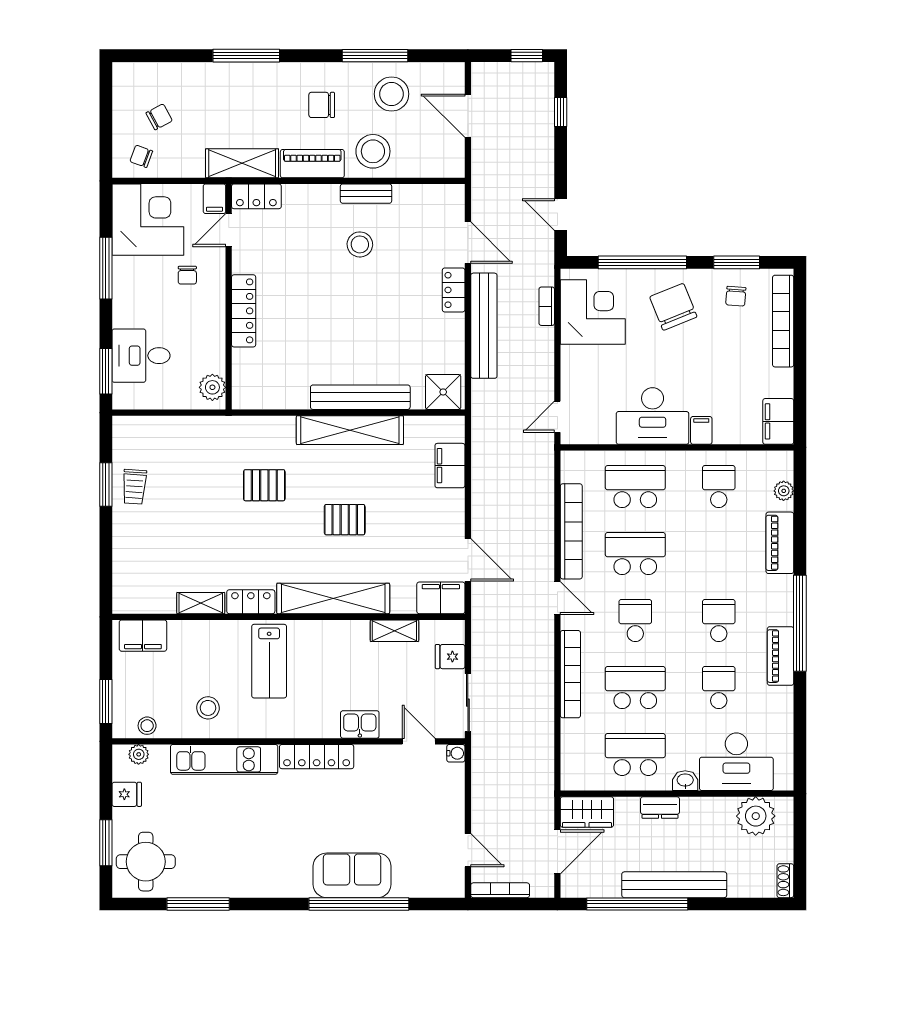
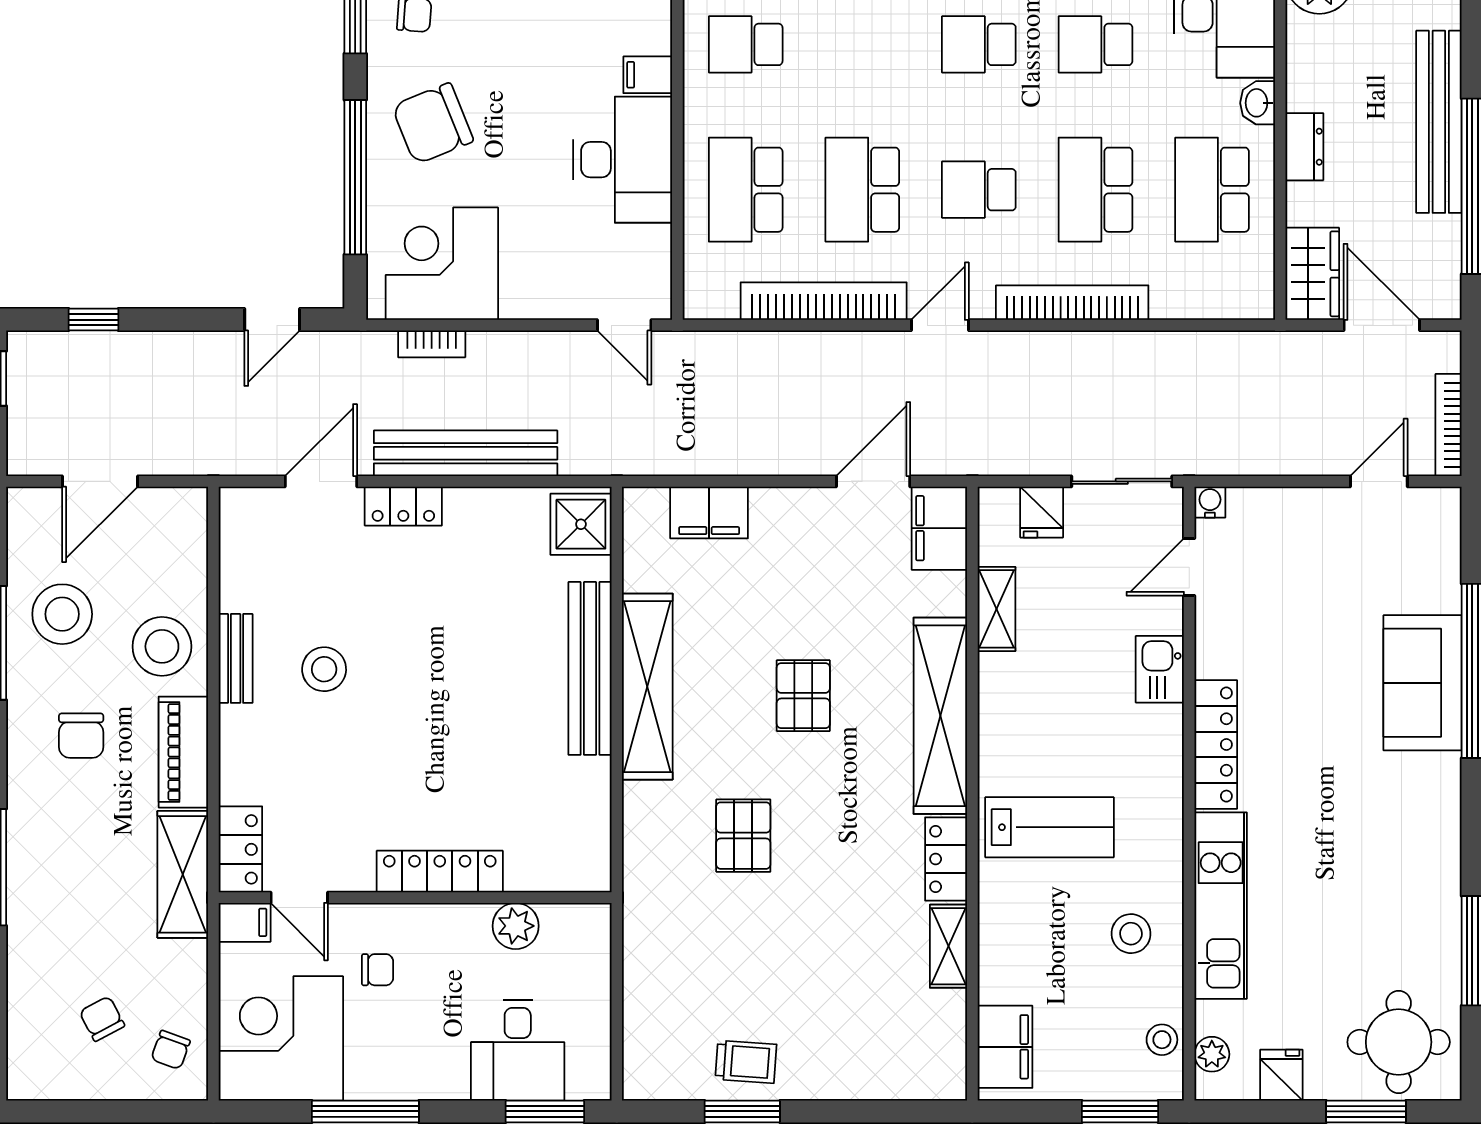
plant: (212, 387) -> (516, 926), moved

